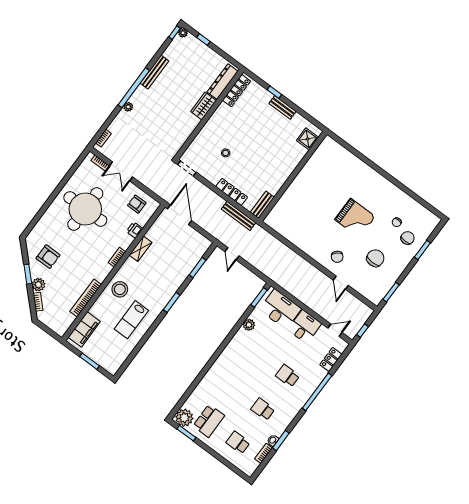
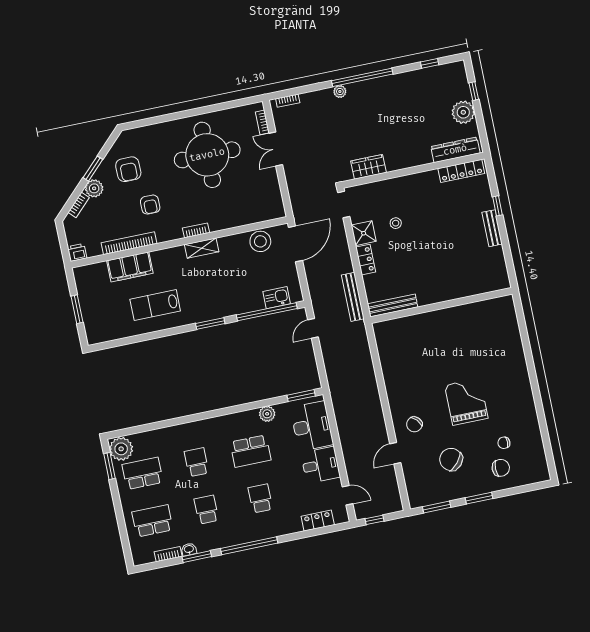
window: (175, 33) -> (430, 63), moved
plant: (183, 33) -> (463, 112), moved, width x1.88, depth x1.88
bench: (154, 72) -> (396, 80), removed
wardrobe: (204, 106) -> (369, 167), moved
shower: (308, 139) -> (364, 233), moved
locker: (232, 192) -> (366, 260), width x0.66
armchair: (137, 204) -> (150, 205), moved, turned 180
bench: (262, 205) -> (393, 305), width x1.36
grand piano: (355, 218) -> (466, 402), turned 180
printer: (135, 230) -> (77, 252), moved
shelving: (140, 249) -> (202, 248), moved
window: (422, 250) -> (479, 498), moved
kitchen sink: (196, 255) -> (277, 298), added
chair: (375, 258) -> (451, 459), turned -139
window: (198, 267) -> (267, 312), width x2.11
stool: (120, 289) -> (260, 241), moved
filing cabinet: (84, 329) -> (130, 267), moved
school desk: (258, 354) -> (251, 451), added
school desk: (233, 387) -> (197, 462), added
window: (317, 392) -> (249, 546), moved
school desk: (209, 421) -> (143, 473), turned 180
school desk: (238, 443) -> (152, 521), width x1.85

